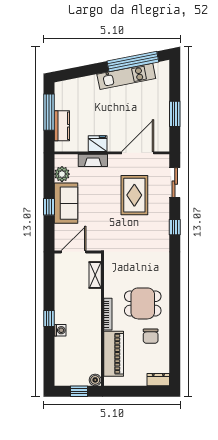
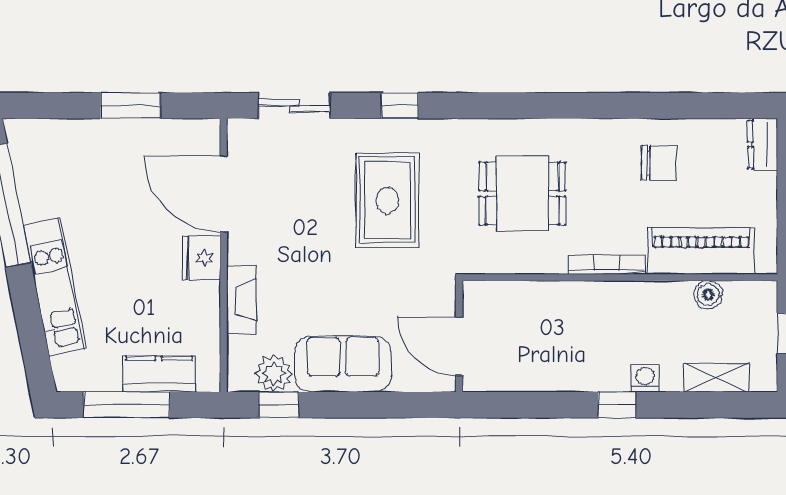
kitchen unit: (126, 76) -> (55, 287), moved
fridge: (98, 144) -> (201, 258), moved
rug: (134, 195) -> (387, 200), moved, turned 90
window: (49, 207) -> (279, 405), moved
shelving: (95, 275) -> (717, 378), moved
dining table: (143, 303) -> (522, 194), moved, turned 90
boiler: (95, 380) -> (708, 295), moved

